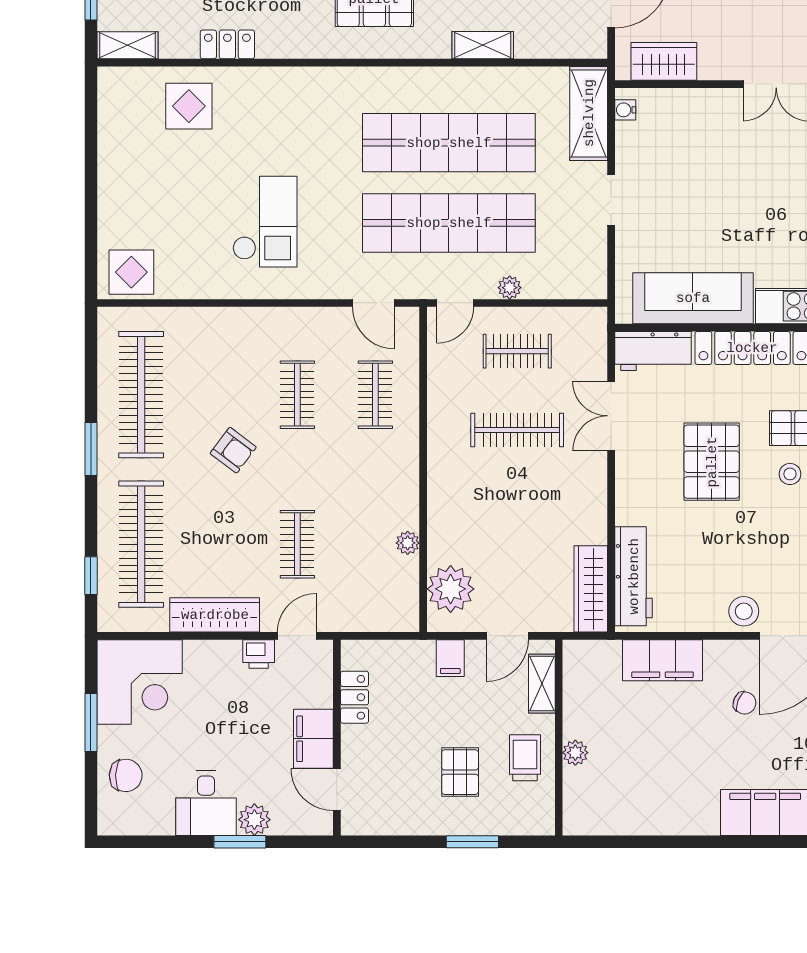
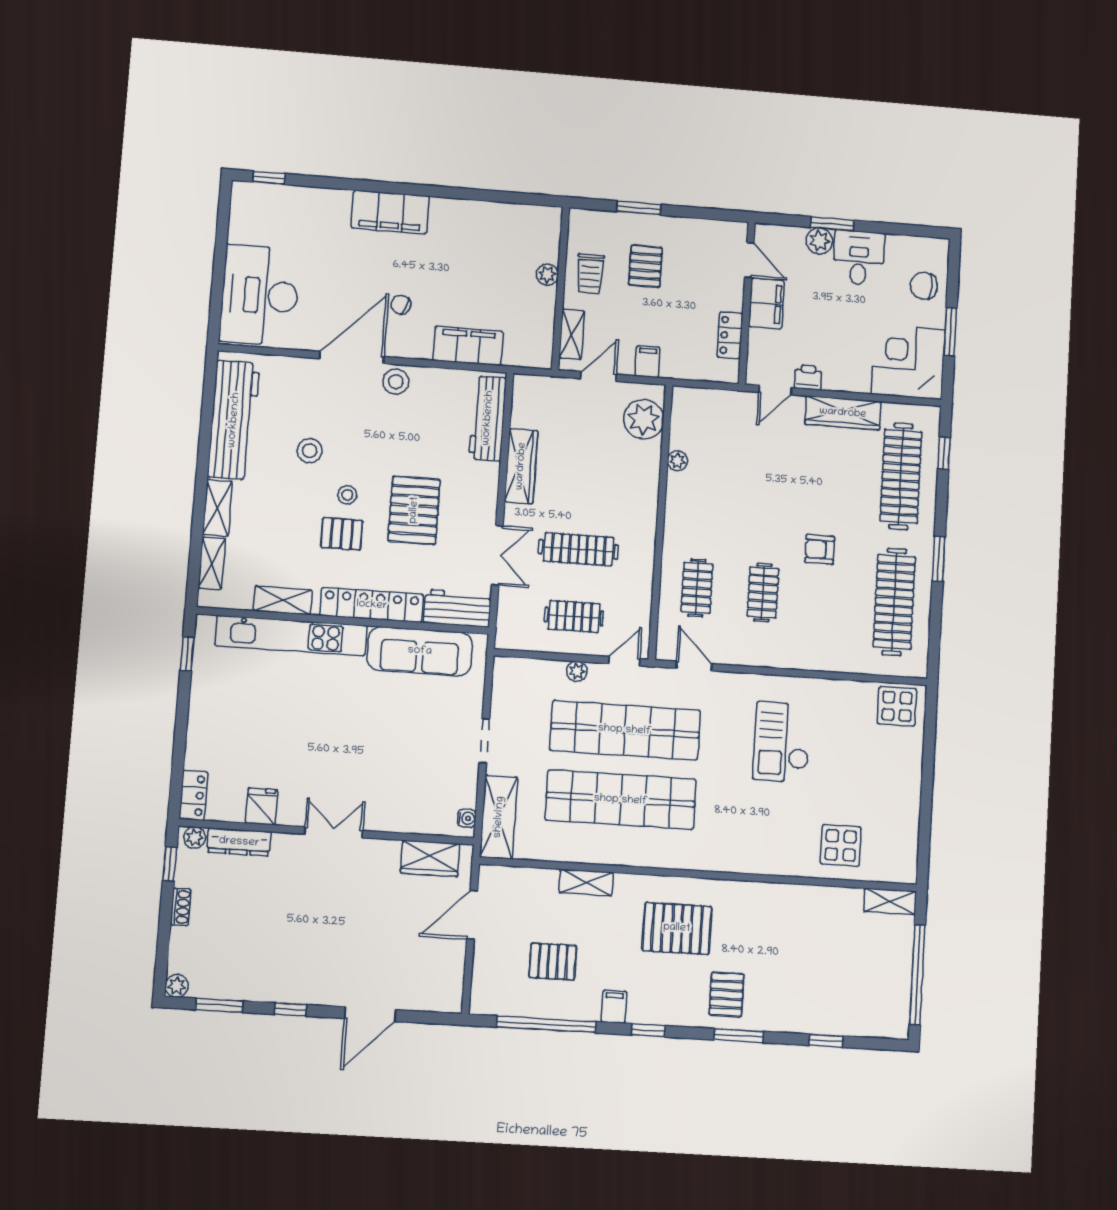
locker: (227, 44) -> (805, 897), removed
armchair: (233, 450) -> (820, 549), turned -37
clothes rail: (297, 544) -> (770, 467), removed
wardrobe: (591, 589) -> (521, 466), moved

